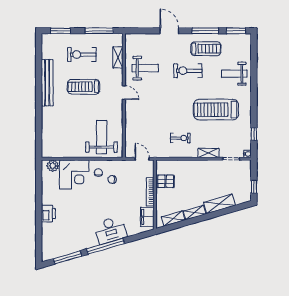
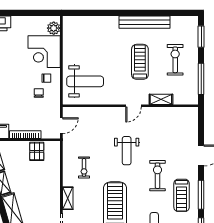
shelving: (118, 57) -> (161, 99), moved
weight bench: (145, 68) -> (127, 151), moved

